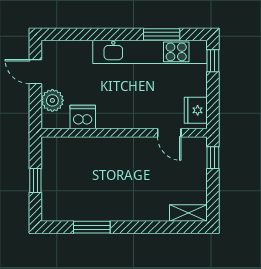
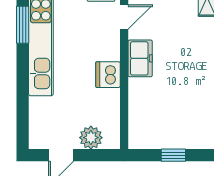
dishwasher: (83, 117) -> (108, 75), moved
freezer: (129, 148) -> (140, 58), added

